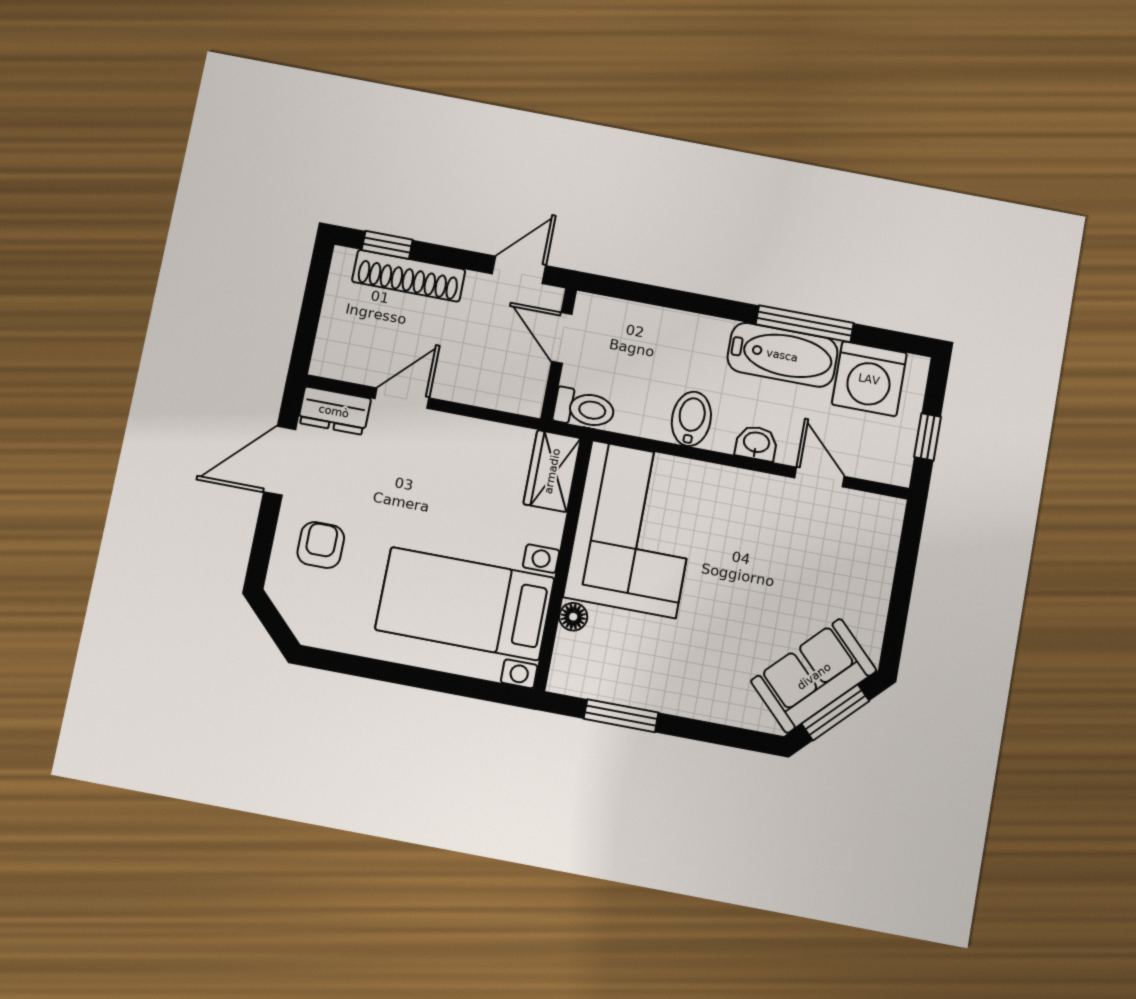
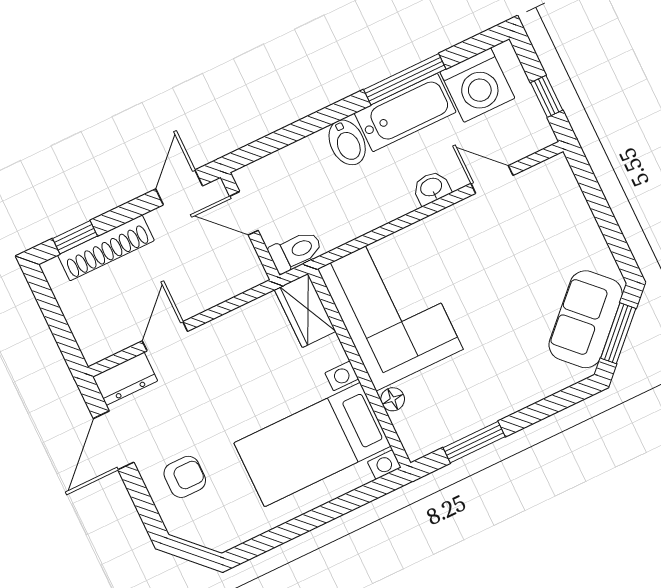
bidet: (691, 419) -> (347, 142), moved, turned 180
armchair: (321, 545) -> (185, 477), turned 90

